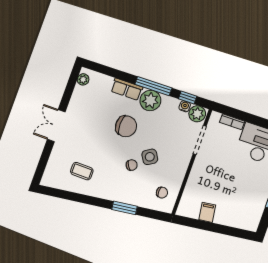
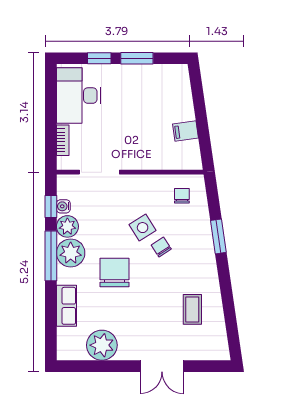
plant: (83, 79) -> (102, 345), moved, width x1.87, depth x1.87
row of seats: (127, 89) -> (66, 306), moved
plant: (197, 114) -> (67, 226), moved
double door: (56, 126) -> (162, 366), moved

